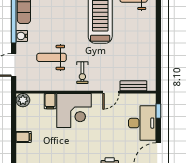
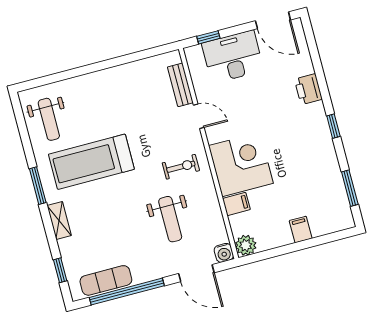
water cooler: (22, 36) -> (224, 253), moved

